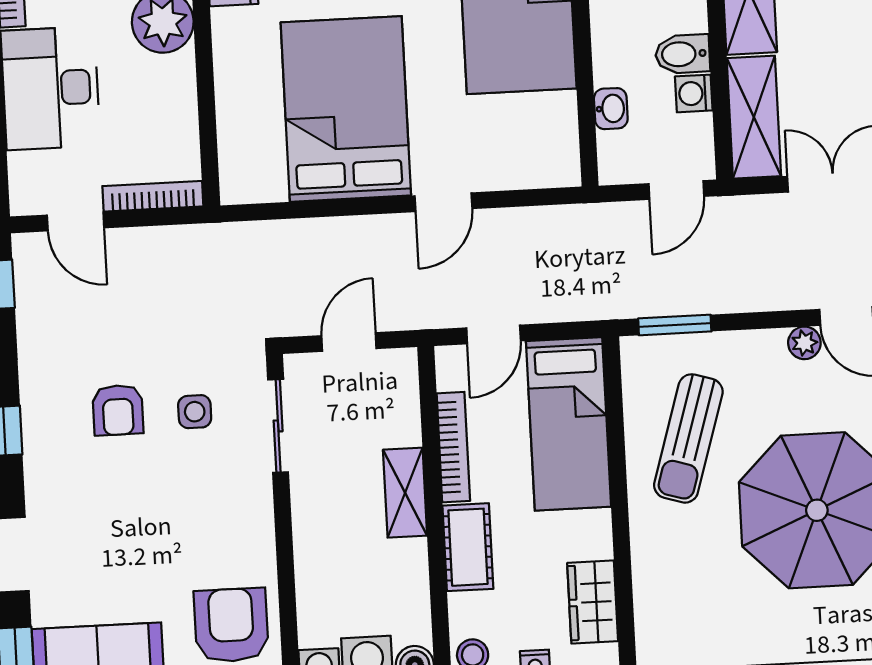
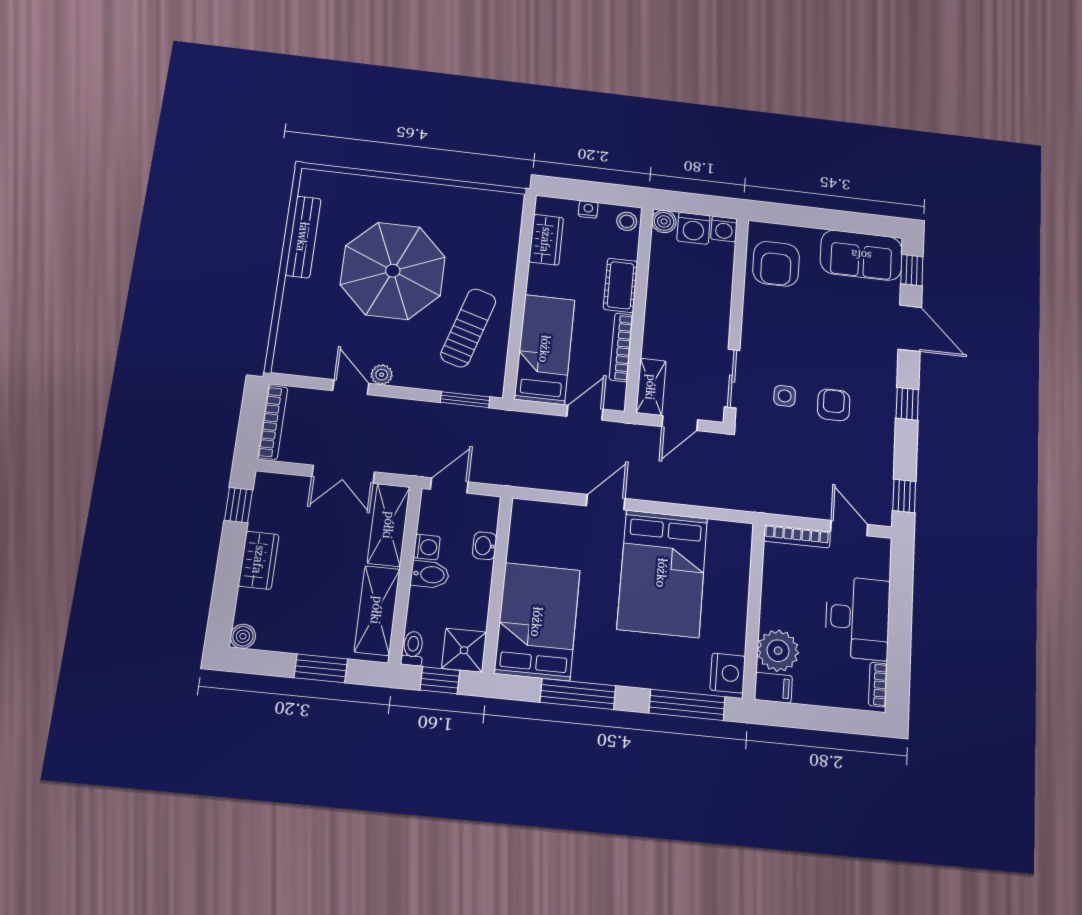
shelving: (405, 493) -> (651, 387), moved

